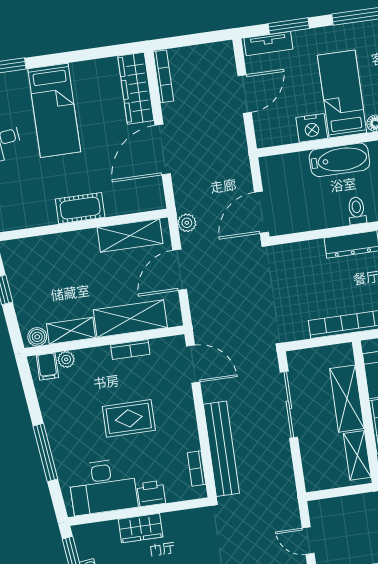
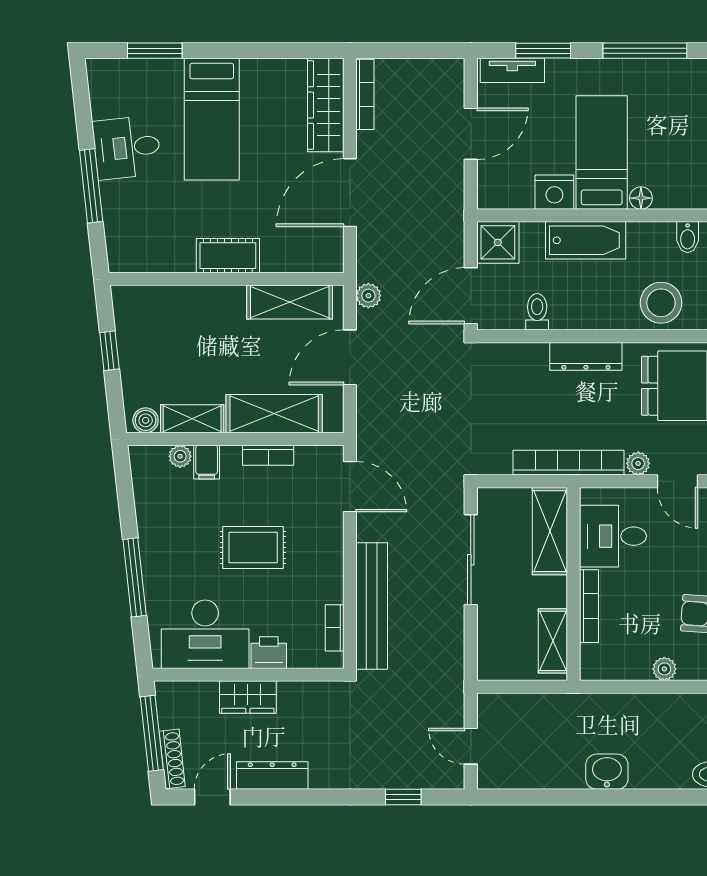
shower: (276, 170) -> (498, 242), added
toilet: (357, 211) -> (537, 312), moved
filing cabinet: (47, 366) -> (207, 462), moved
shelving: (347, 399) -> (550, 531), moved

